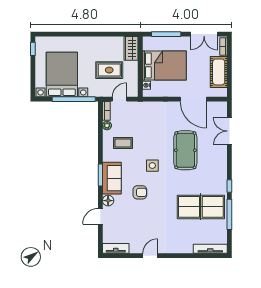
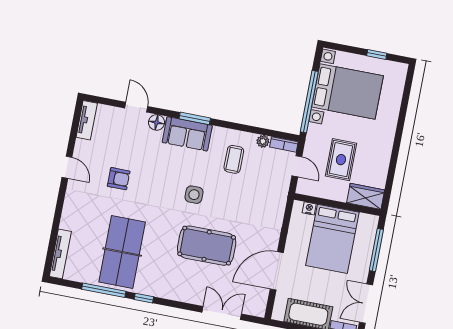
window: (33, 49) -> (377, 55), moved
armchair: (140, 192) -> (119, 179), moved, turned -90

